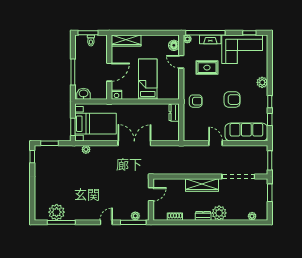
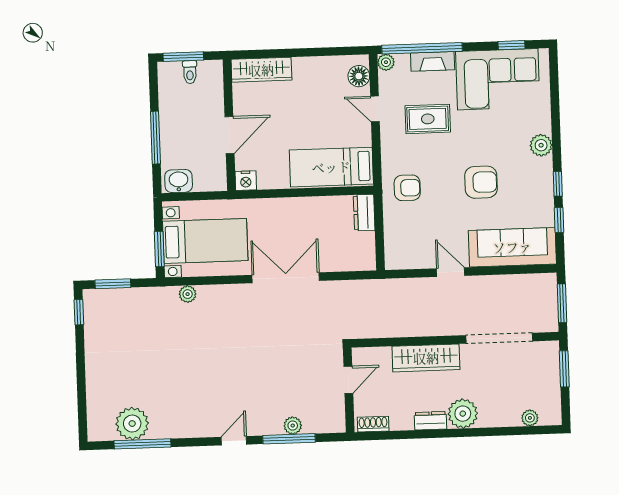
bed: (148, 79) -> (331, 167), moved, turned -90
door: (151, 194) -> (348, 380), moved
wall: (151, 199) -> (349, 390), moved

